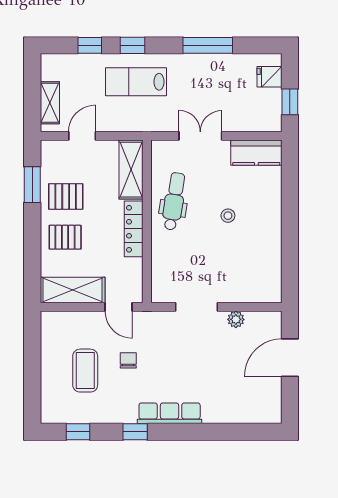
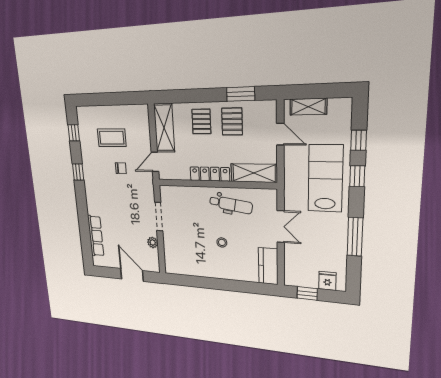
lab bench: (136, 82) -> (325, 179), width x1.36, depth x1.39
row of seats: (170, 413) -> (96, 236), moved

